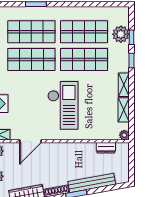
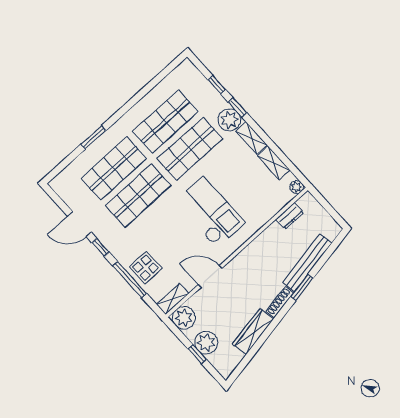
plant: (121, 34) -> (229, 120), moved
door: (30, 141) -> (210, 276), swing flipped

